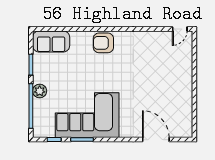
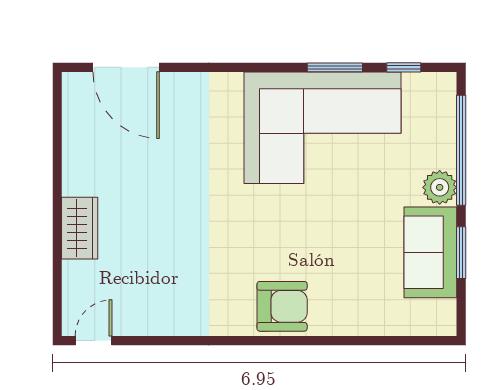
sofa: (51, 41) -> (430, 252), moved, turned -90
wardrobe: (185, 74) -> (80, 228), added
door: (156, 140) -> (126, 67), moved

